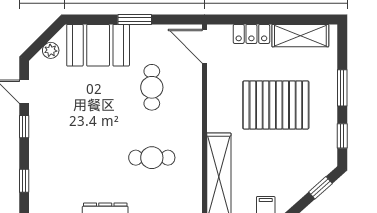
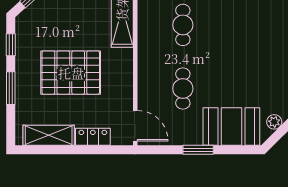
cafe table: (152, 158) -> (183, 25), turned 90

